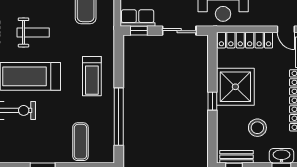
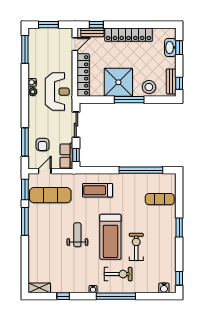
treadmill: (92, 76) -> (98, 190), moved, turned 180
window: (212, 101) -> (129, 100), width x2.17
stool: (257, 128) -> (149, 87), moved

